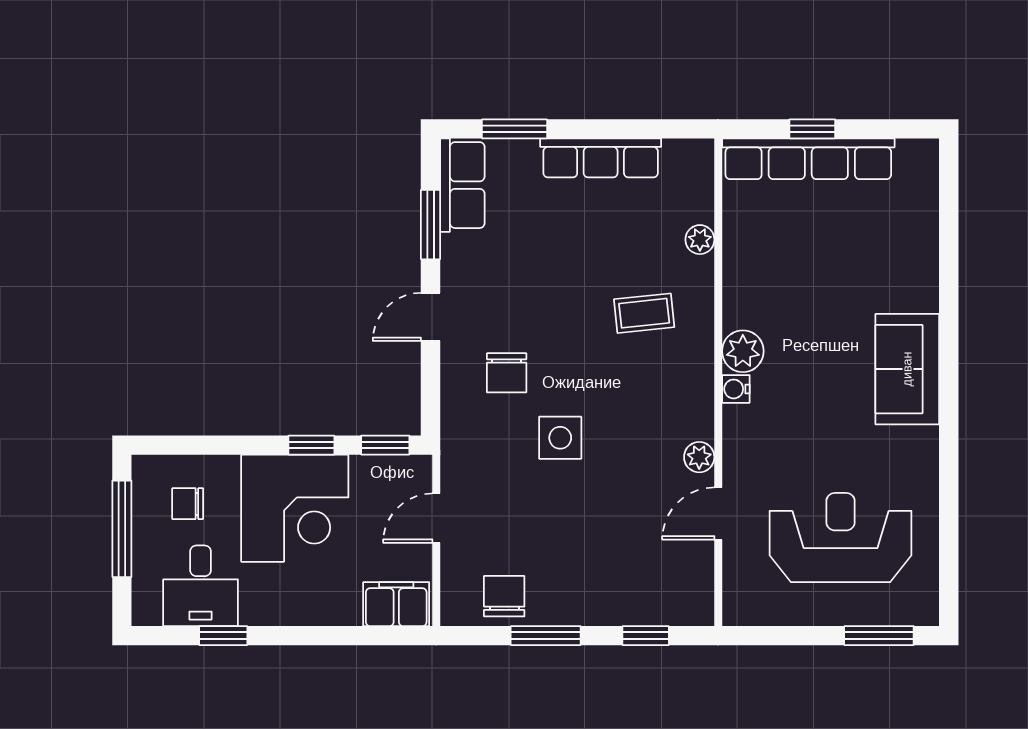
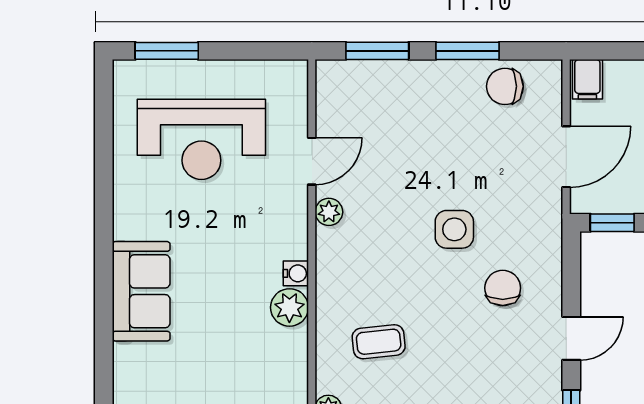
door: (436, 518) -> (566, 157), width x1.38
chair: (504, 596) -> (505, 86), turned 90
filing cabinet: (396, 604) -> (587, 79), width x0.50
window: (646, 636) -> (377, 51), width x1.50

